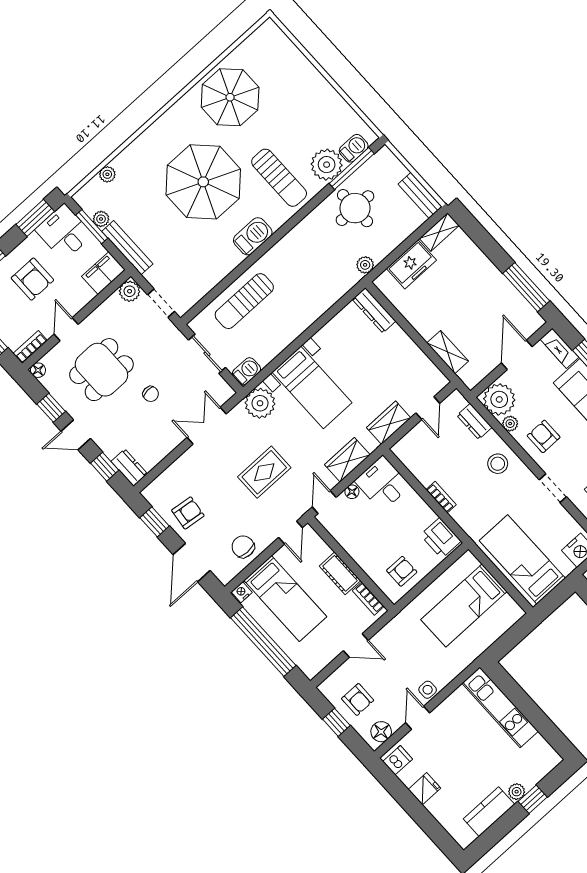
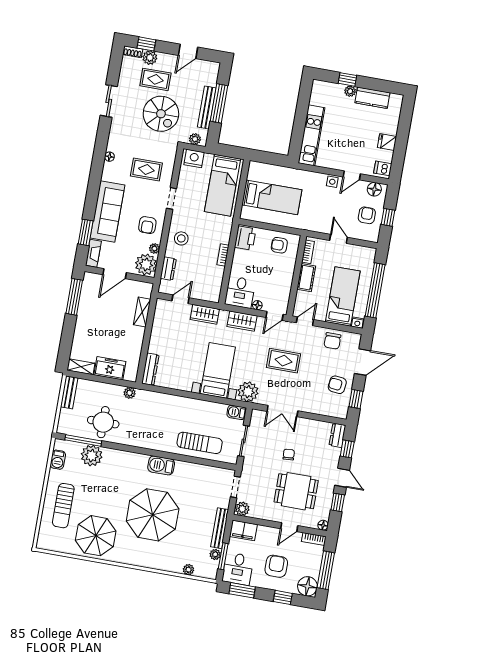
barbecue: (354, 148) -> (58, 460), moved, turned -90
sun lounger: (279, 178) -> (63, 506), moved, turned 180

